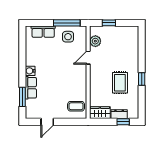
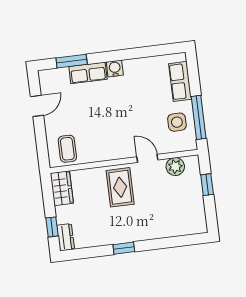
rug: (120, 83) -> (120, 187), moved, turned 90
dresser: (119, 114) -> (66, 237), moved
door: (47, 122) -> (37, 106), swing flipped

